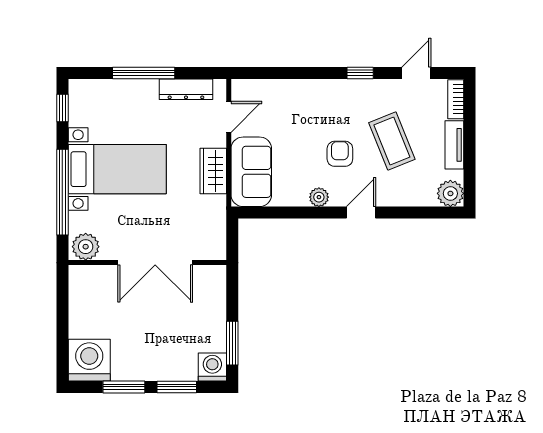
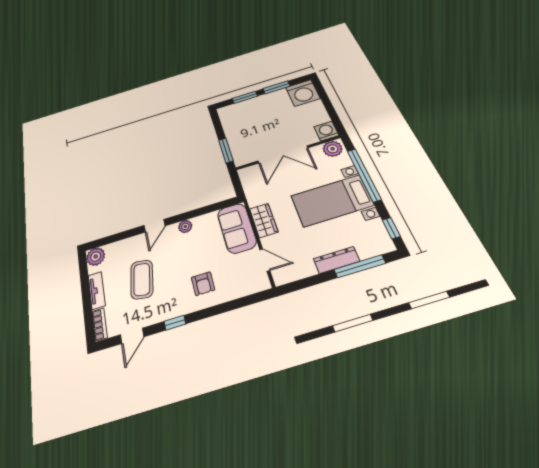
window: (144, 73) -> (360, 266), moved
dresser: (186, 89) -> (336, 260), moved
door: (229, 117) -> (265, 260), swing flipped
coffee table: (392, 141) -> (142, 279), turned 31
armchair: (340, 154) -> (203, 284), moved
double door: (155, 263) -> (283, 154), swing flipped
window: (232, 343) -> (226, 150), moved
washing machine: (212, 367) -> (326, 131), moved, turned 180

